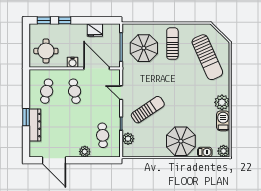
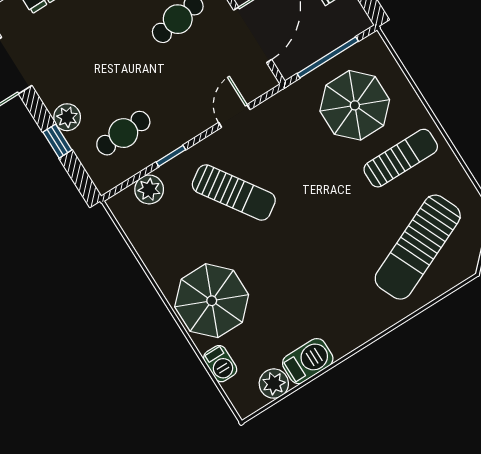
plant: (222, 102) -> (344, 335), removed
plant: (224, 151) -> (274, 384), moved
window: (91, 160) -> (57, 141), added

